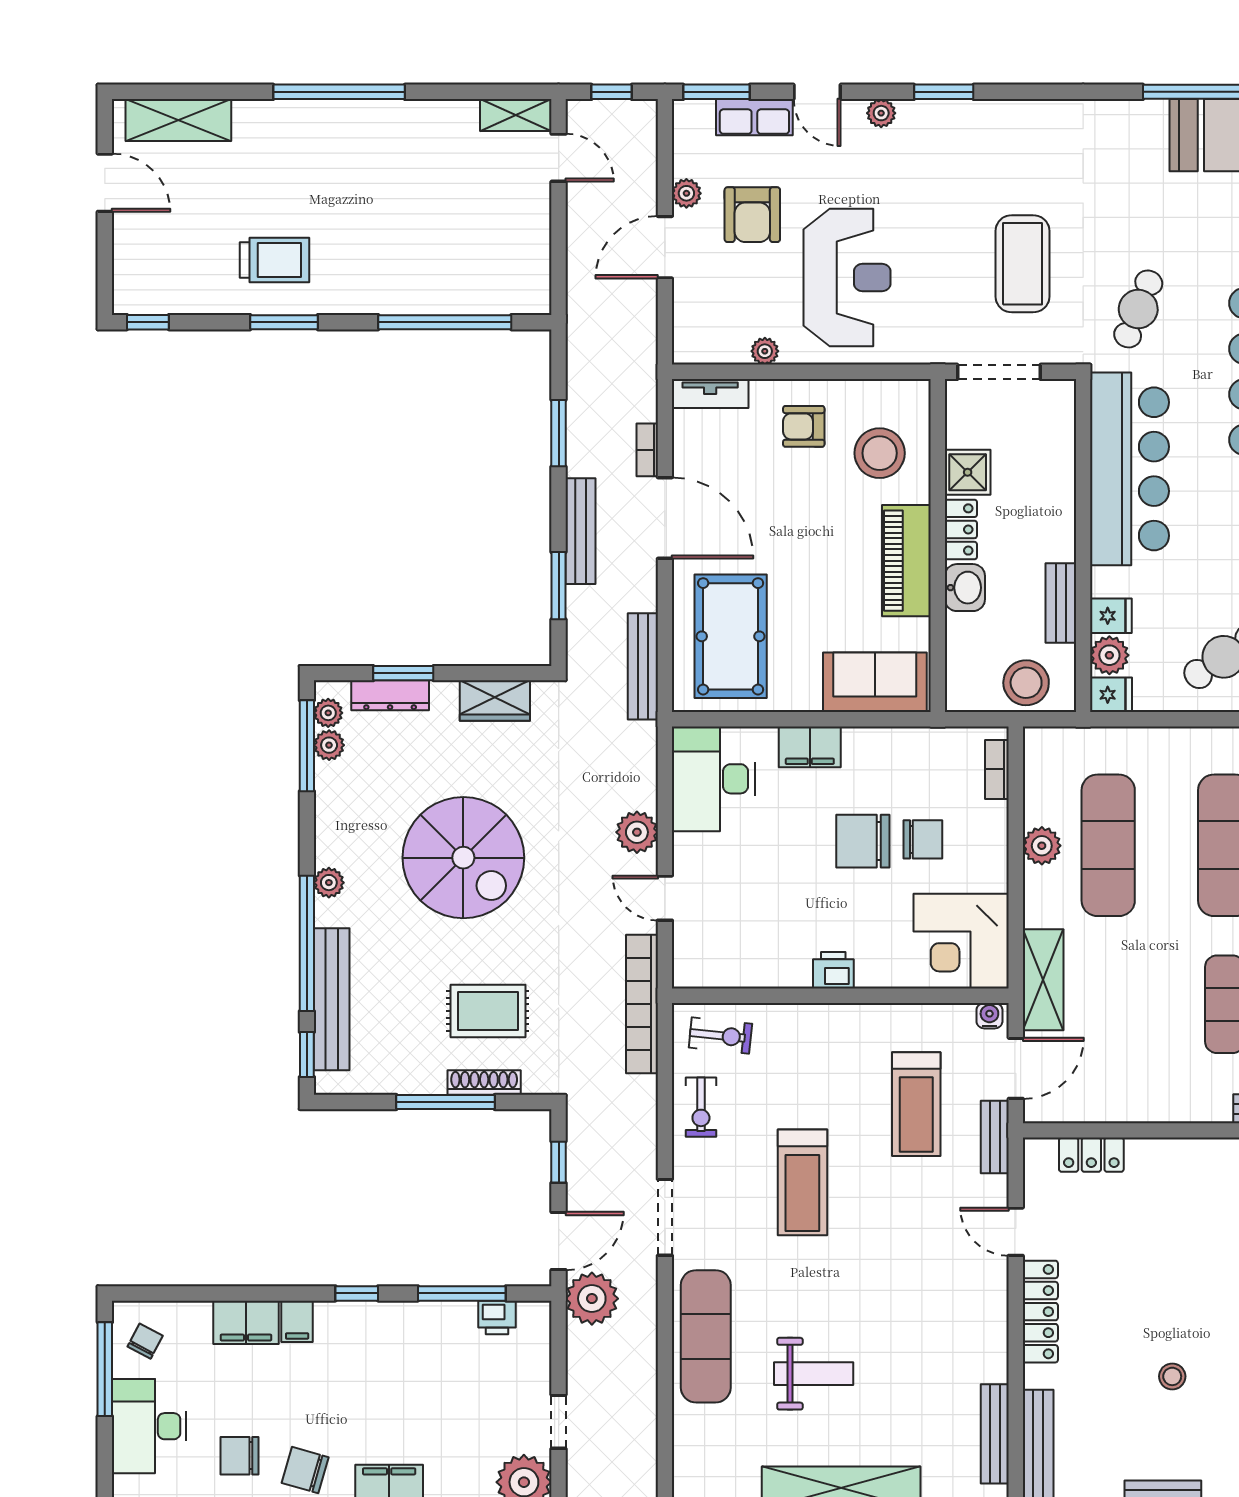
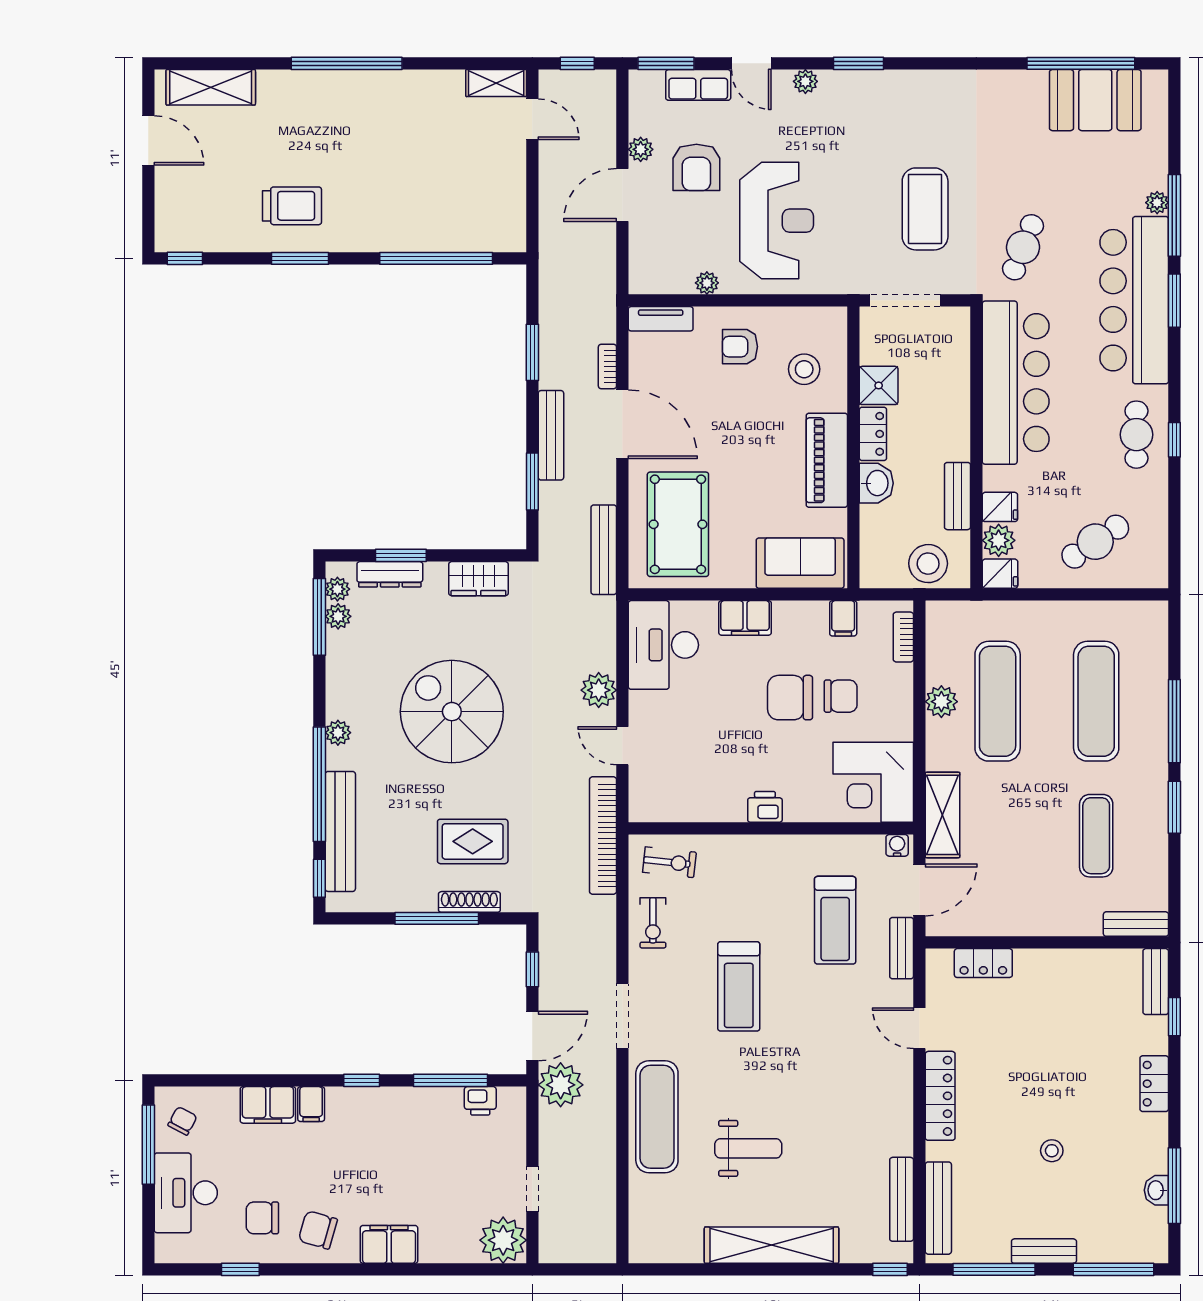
stool: (880, 453) -> (804, 369), width x0.73, depth x0.73
filing cabinet: (926, 747) -> (843, 618), added
spiral stairs: (463, 858) -> (452, 712), turned 180

